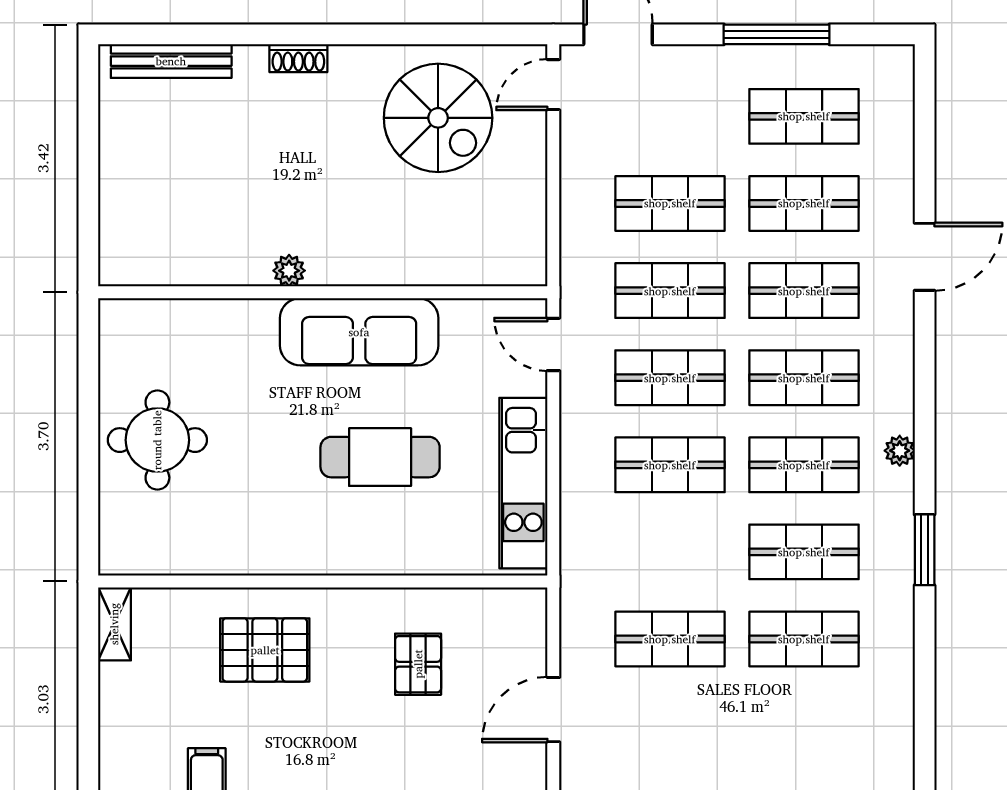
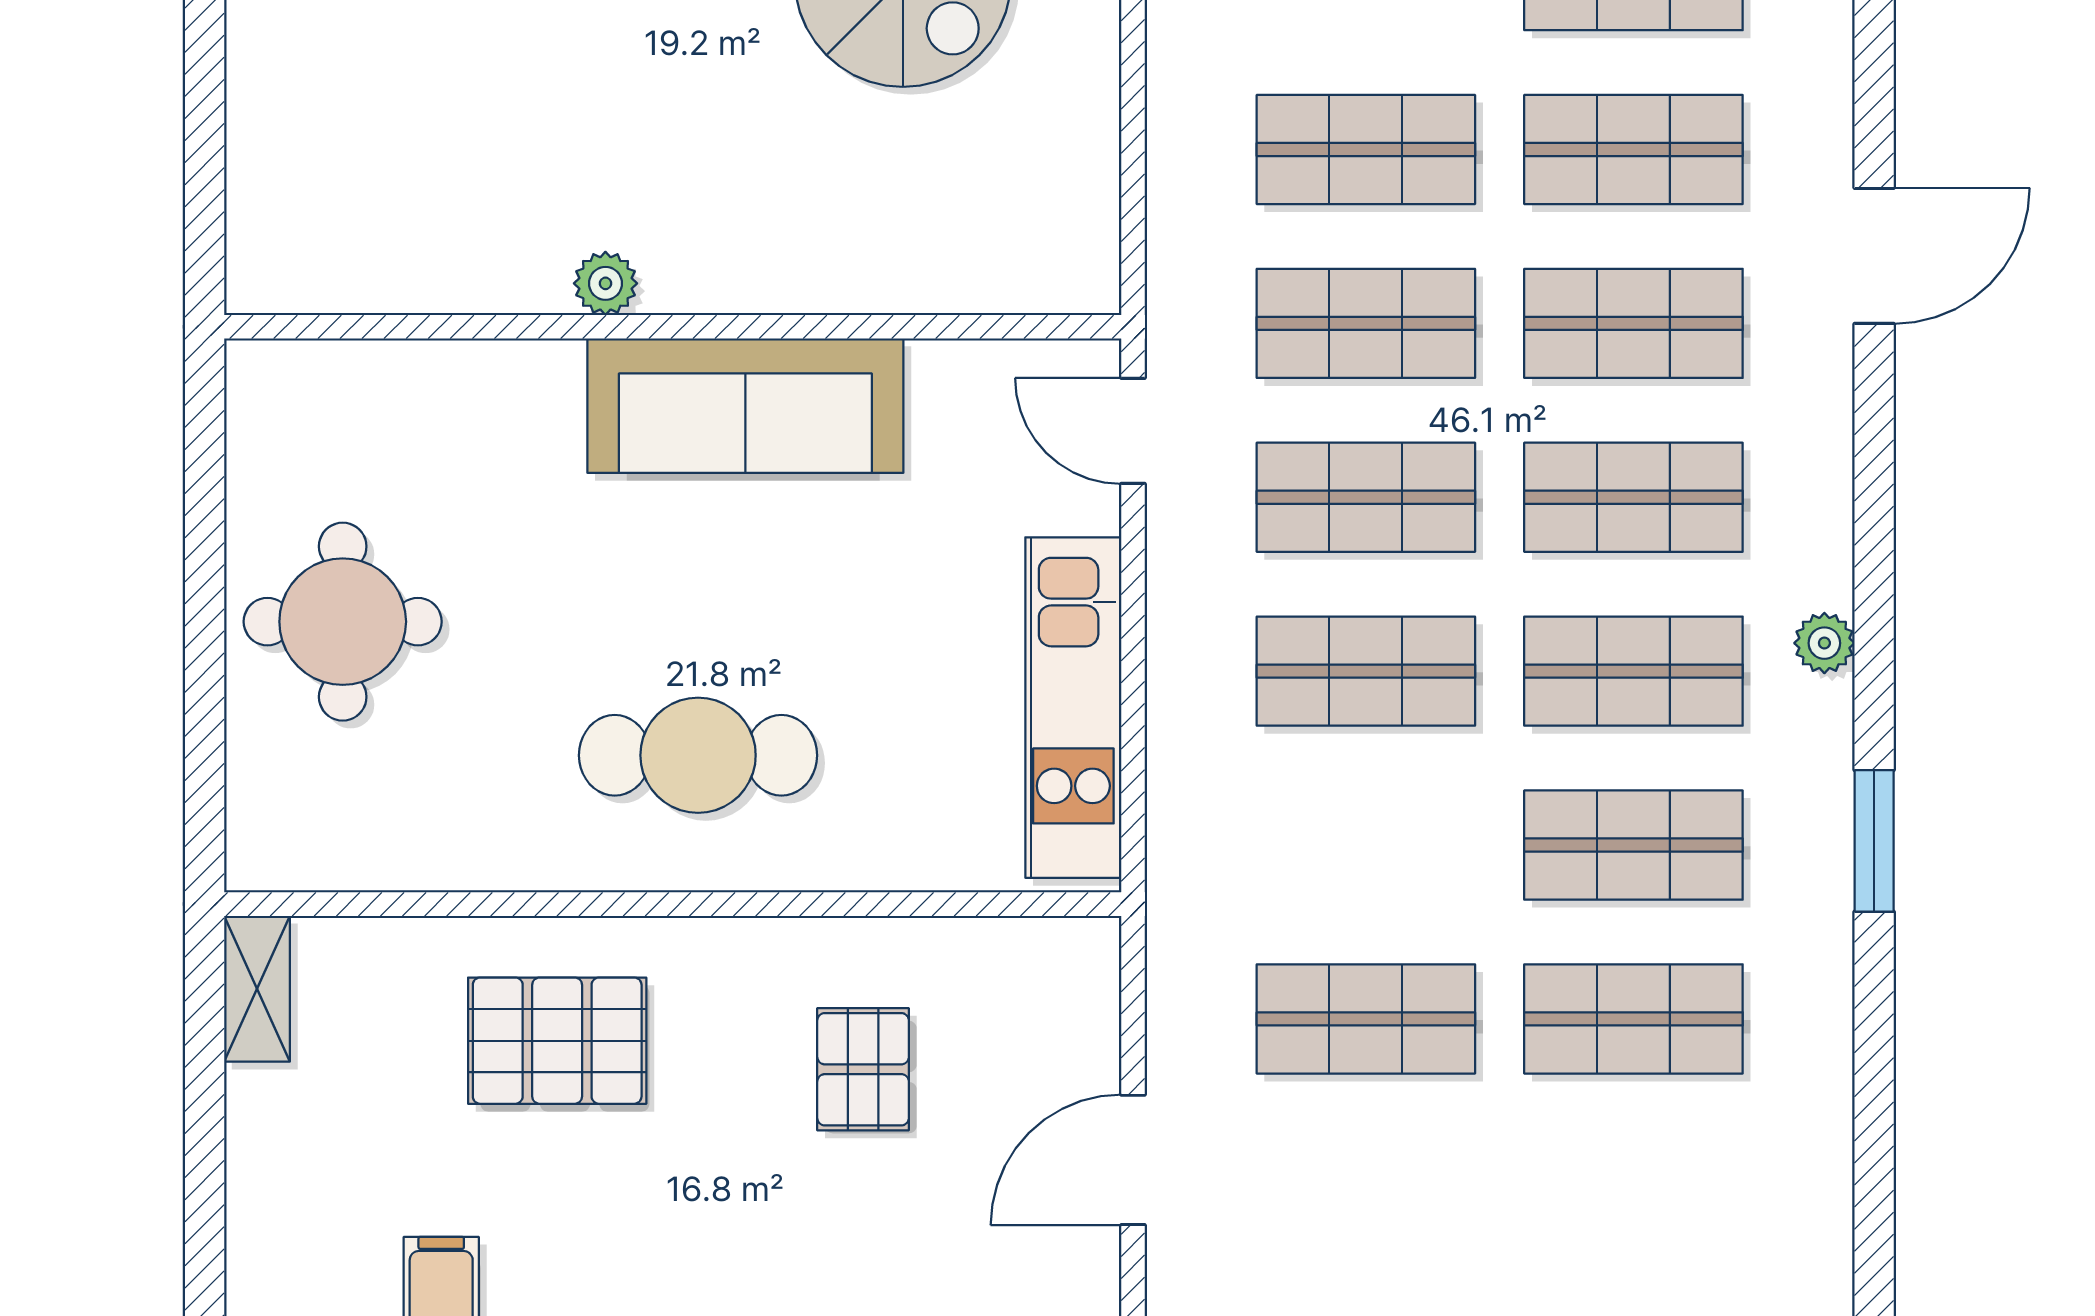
cafe table: (380, 457) -> (698, 755), moved

